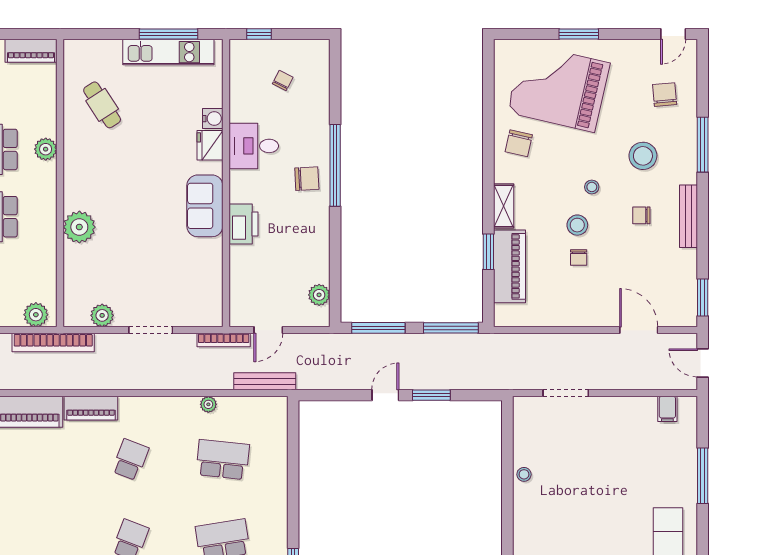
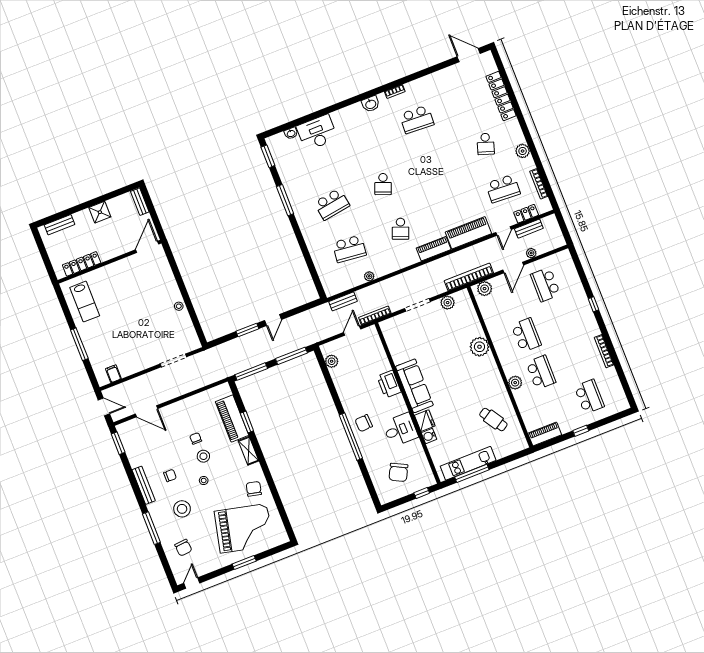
chair: (283, 80) -> (398, 472), width x1.87, depth x1.87
sofa: (205, 206) -> (414, 386), width x1.36
bench: (265, 381) -> (343, 301), width x0.73

